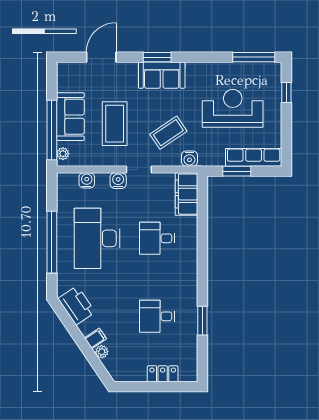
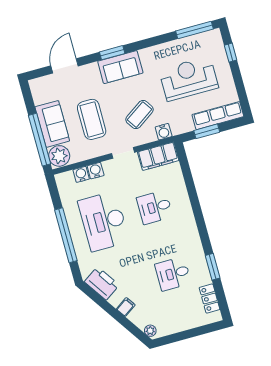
plant: (63, 154) -> (59, 156), width x1.87, depth x1.87
water cooler: (118, 181) -> (96, 171), moved
filing cabinet: (187, 194) -> (158, 156), moved, turned -90
plant: (102, 352) -> (150, 331), moved
locker: (163, 374) -> (210, 299), moved, turned -90

